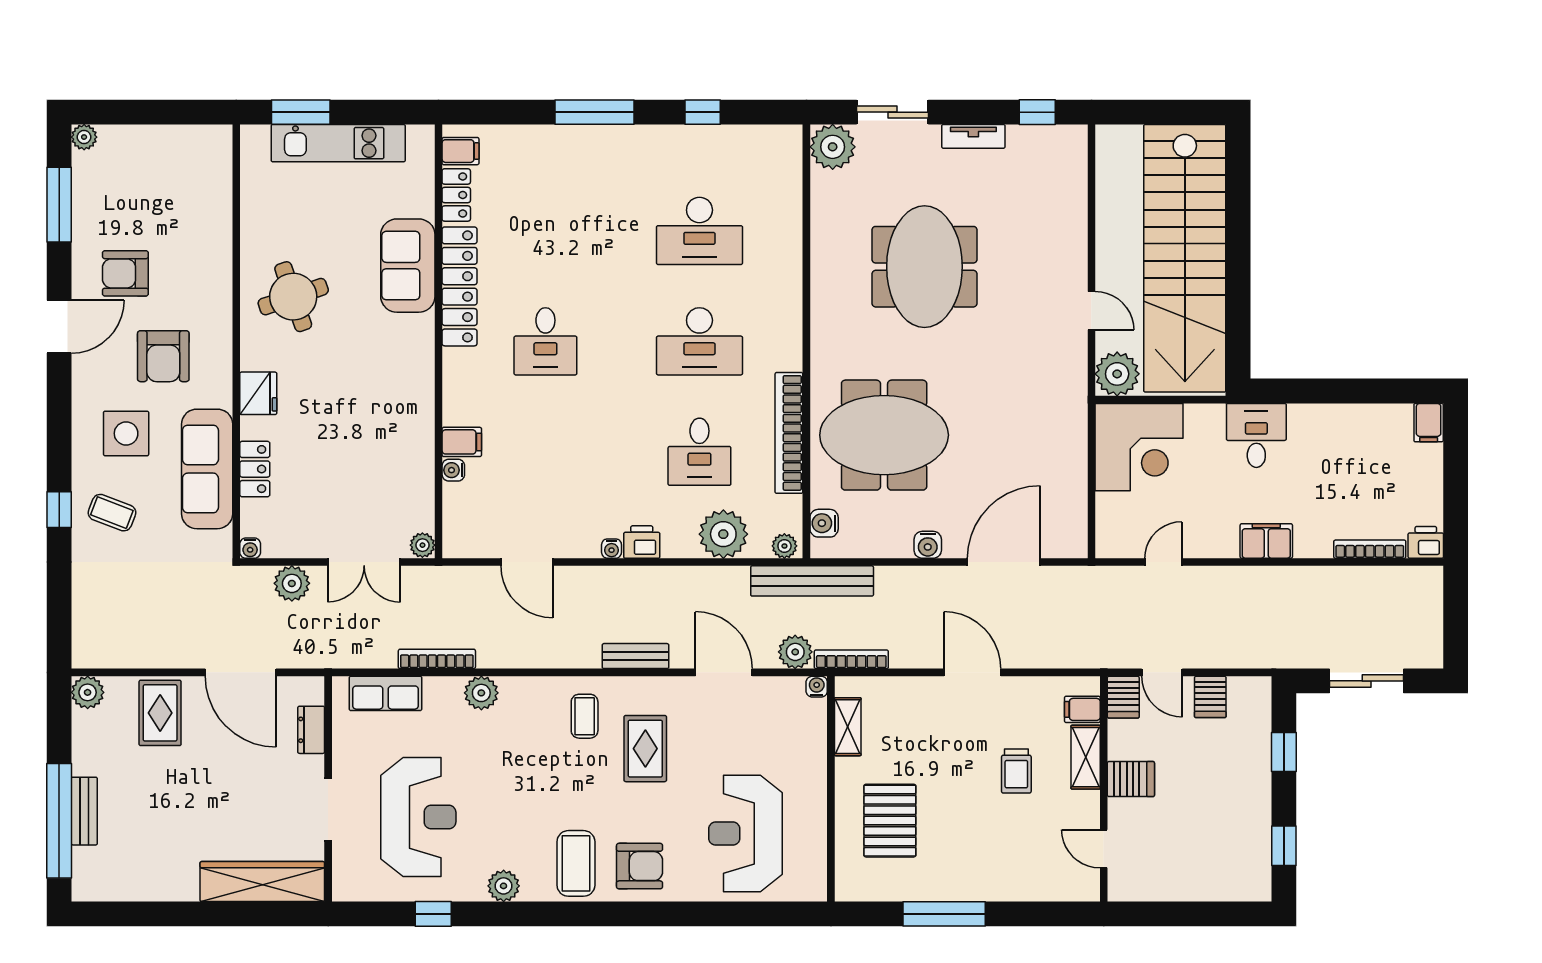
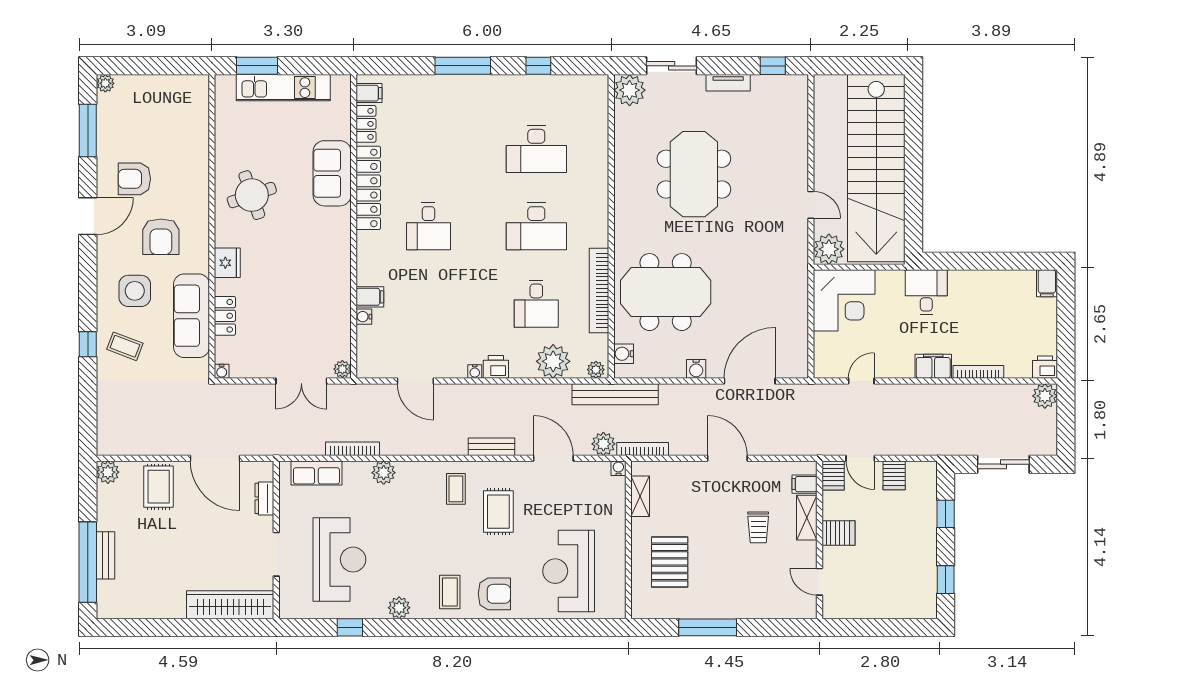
bookcase: (1370, 549) -> (978, 372), moved
plant: (292, 583) -> (1045, 396), moved
coffee table: (576, 863) -> (450, 592), width x0.73, depth x0.77

